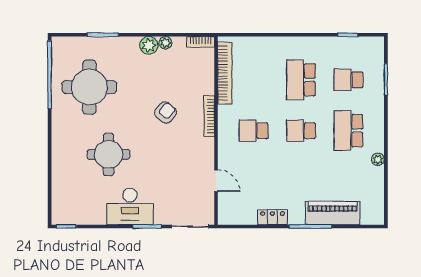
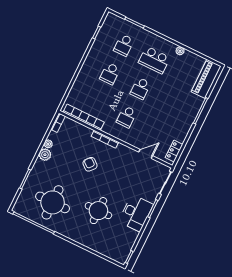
school desk: (301, 80) -> (110, 74), width x0.54
piano: (333, 213) -> (206, 79), moved
locker: (272, 217) -> (174, 151), moved

